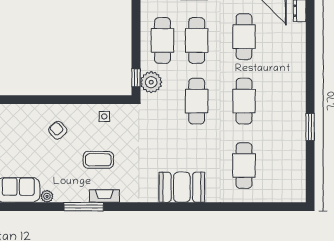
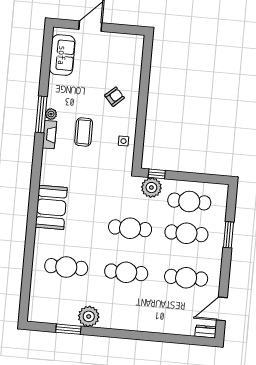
window: (310, 127) -> (68, 329), moved
plant: (295, 137) -> (89, 316), added
plant: (47, 196) -> (51, 114), moved

